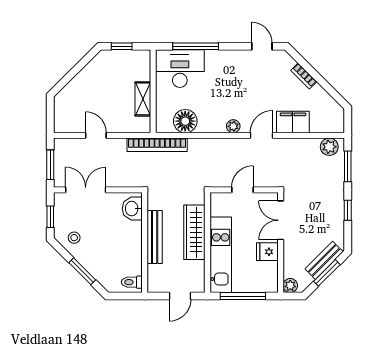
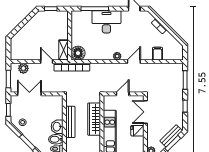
desk: (180, 69) -> (106, 22), moved
shelving: (143, 99) -> (63, 50), moved
floor lamp: (185, 121) -> (78, 53), moved
filing cabinet: (293, 122) -> (157, 54), width x0.50
door: (96, 135) -> (47, 62), moved
plant: (329, 147) -> (23, 68), moved
washbasin: (132, 209) -> (57, 127), moved
bidet: (130, 266) -> (56, 139), added

